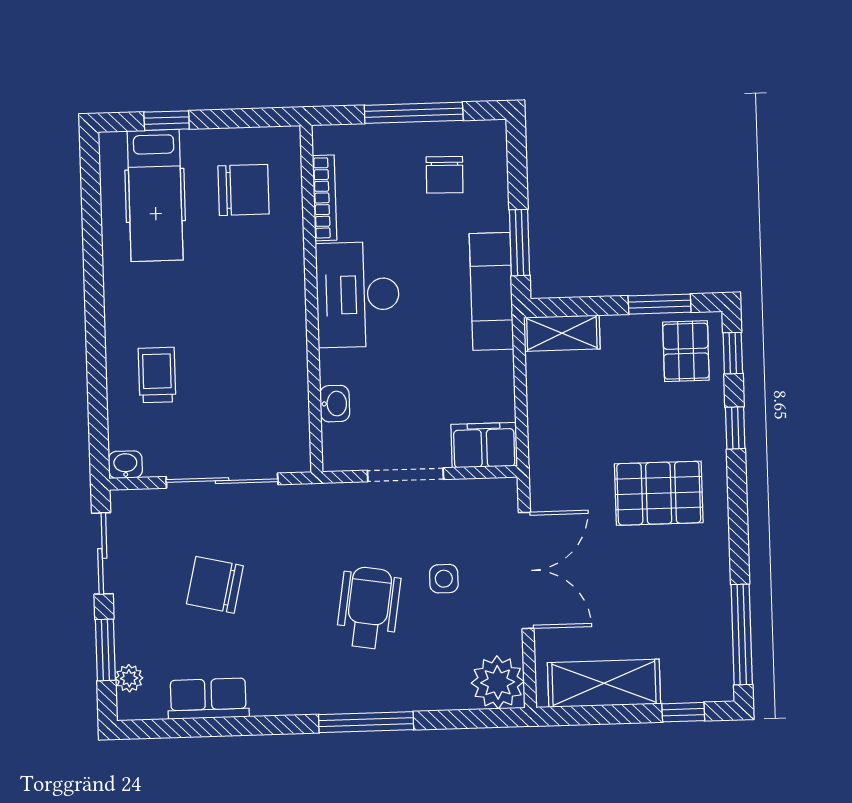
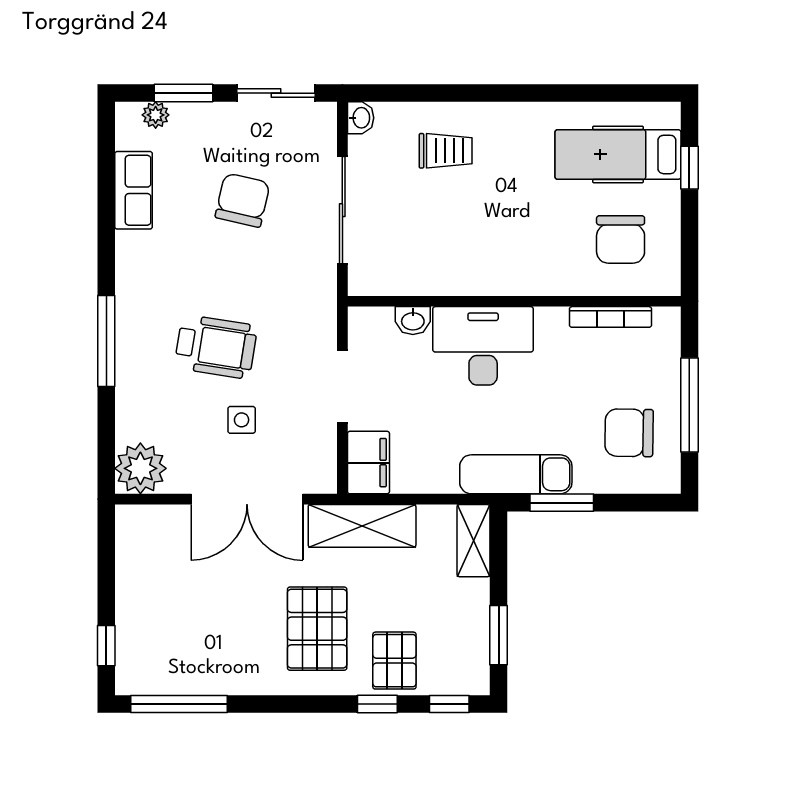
chair: (445, 175) -> (629, 433), width x1.37, depth x1.37
desk: (358, 295) -> (483, 346), moved
pallet: (686, 351) -> (394, 661), moved, turned 90
shelving: (604, 683) -> (362, 526), moved, turned 90

